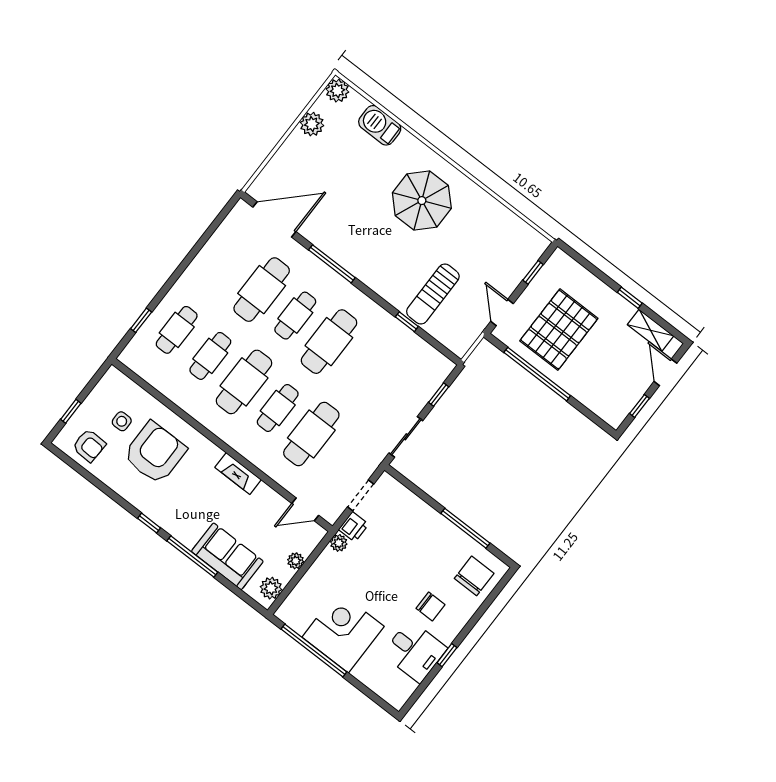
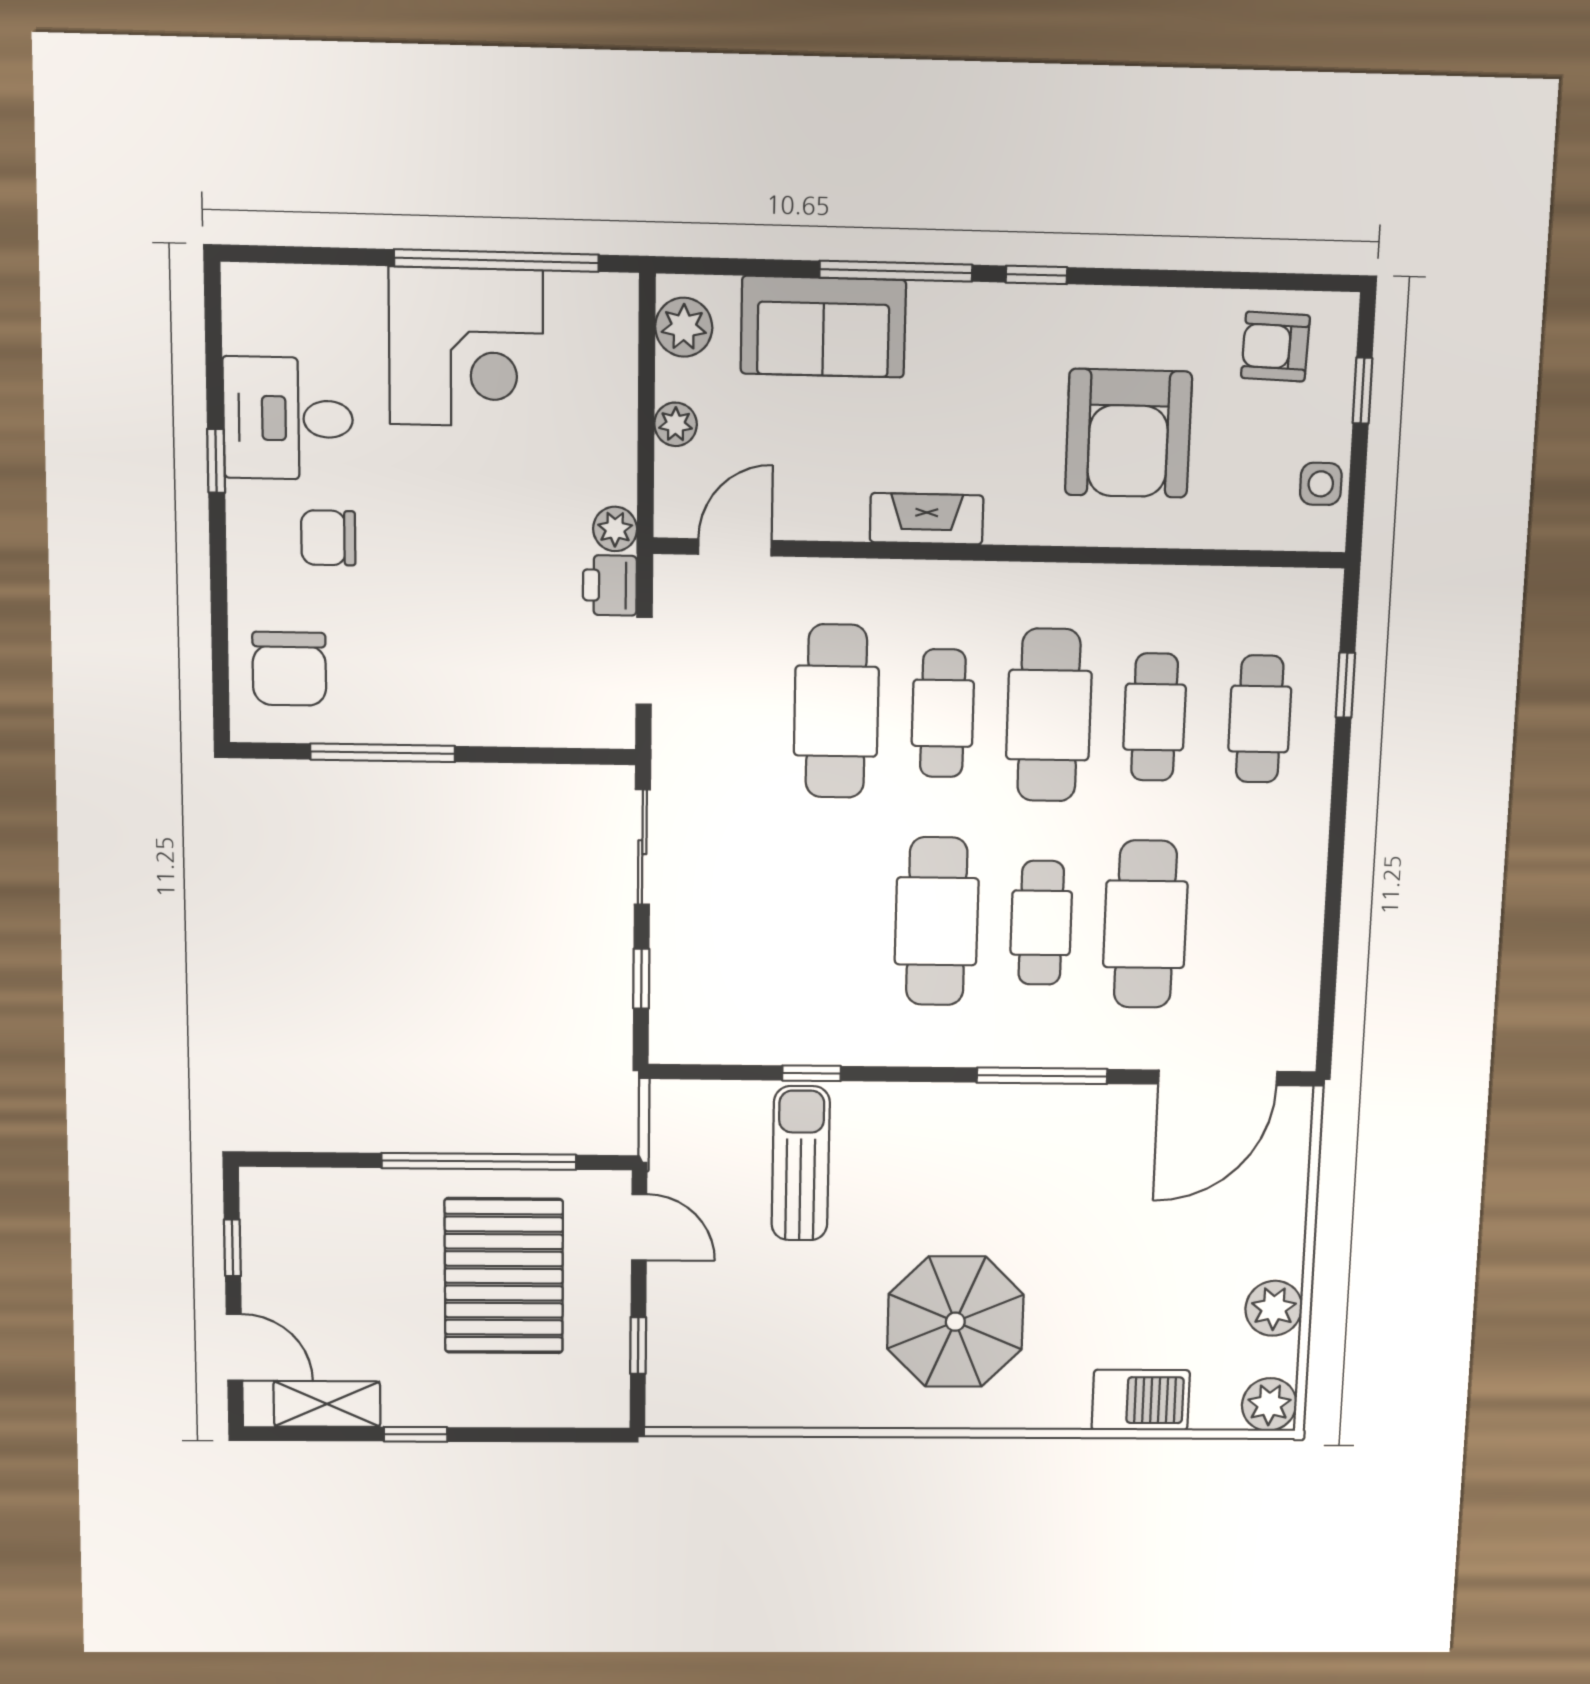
side table: (122, 421) -> (1321, 484), moved

